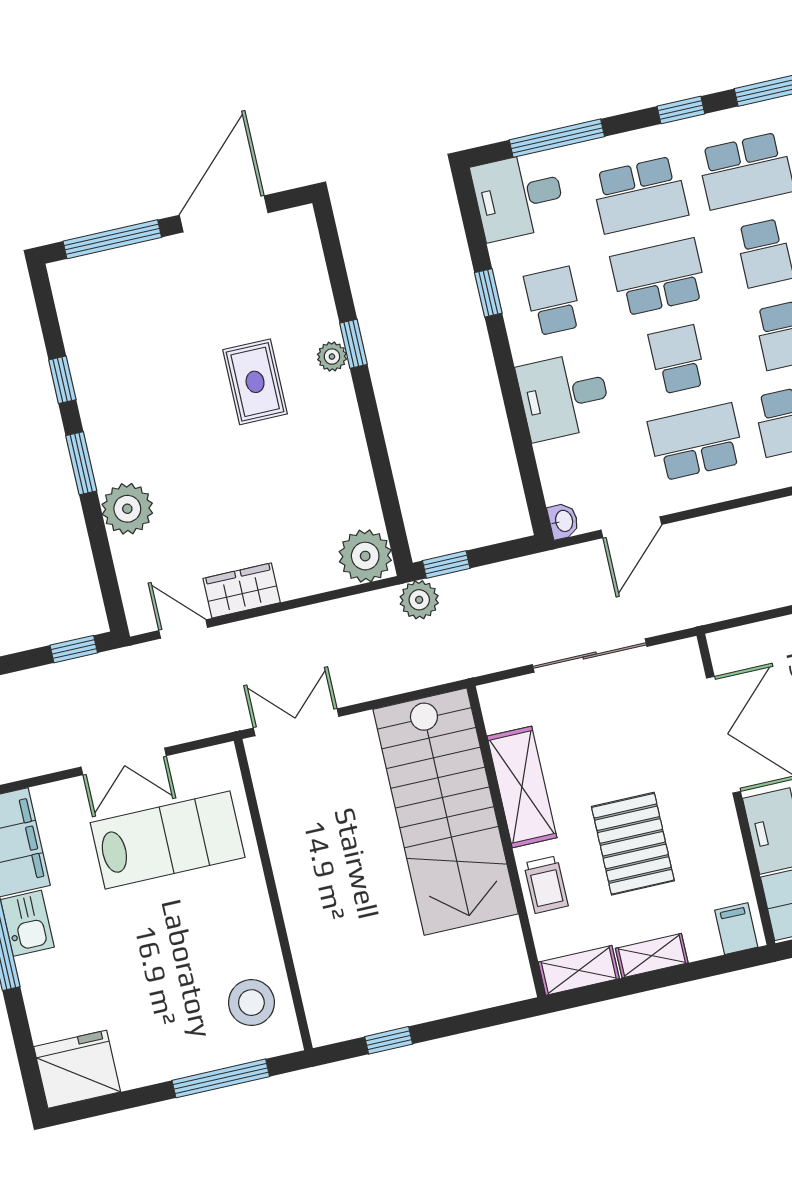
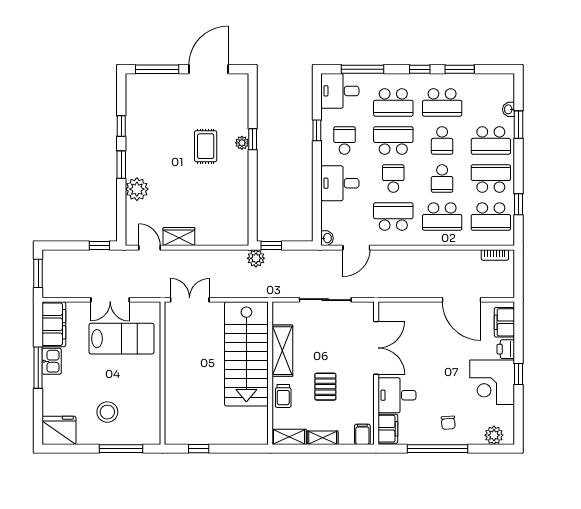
plant: (365, 556) -> (237, 234), removed
pallet: (633, 844) -> (325, 387), width x0.67, depth x0.71
stool: (251, 1003) -> (107, 412), moved

